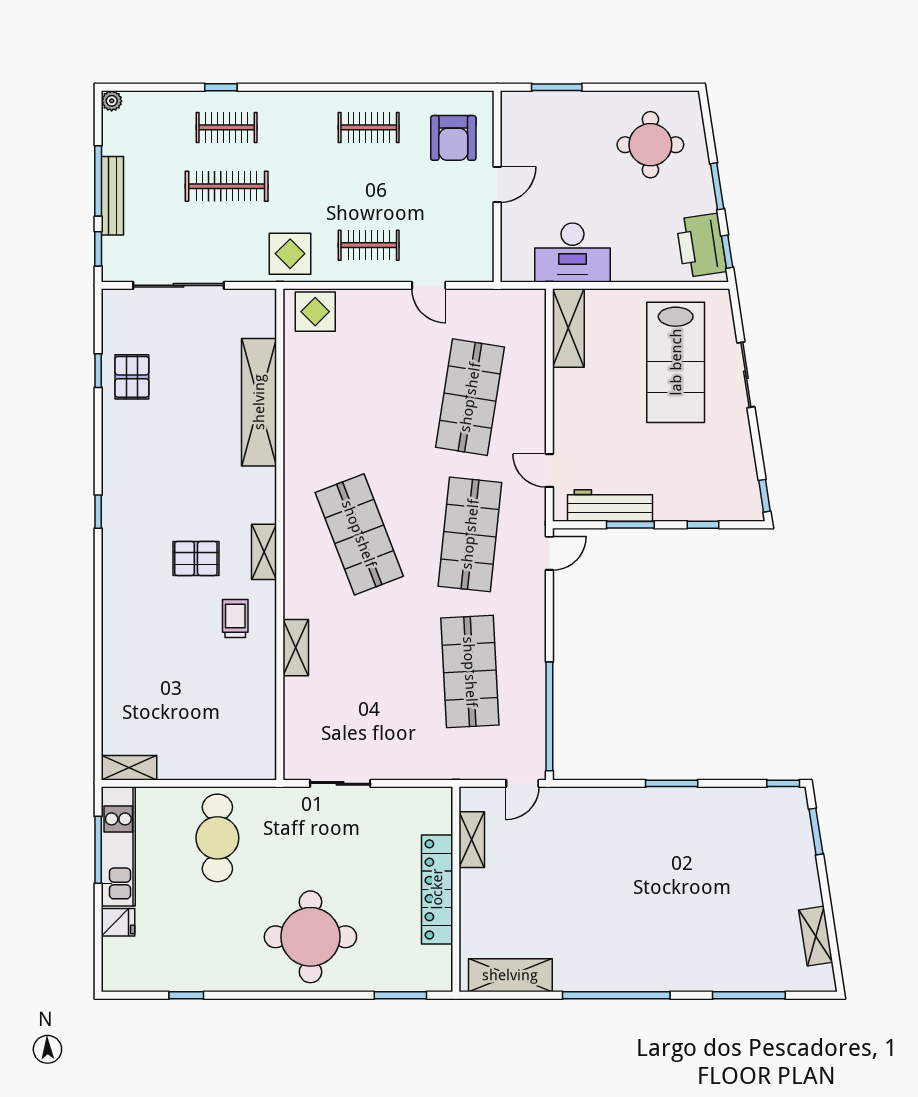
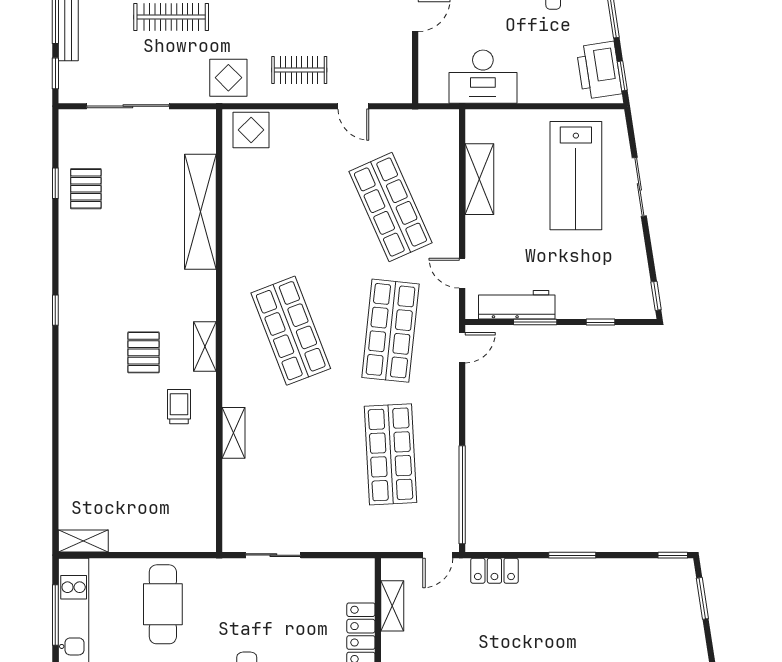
shelving: (568, 328) -> (479, 179), moved
shop shelf: (470, 397) -> (390, 207), turned -33
pallet: (196, 558) -> (144, 352), turned 90
locker: (585, 801) -> (494, 571), added

